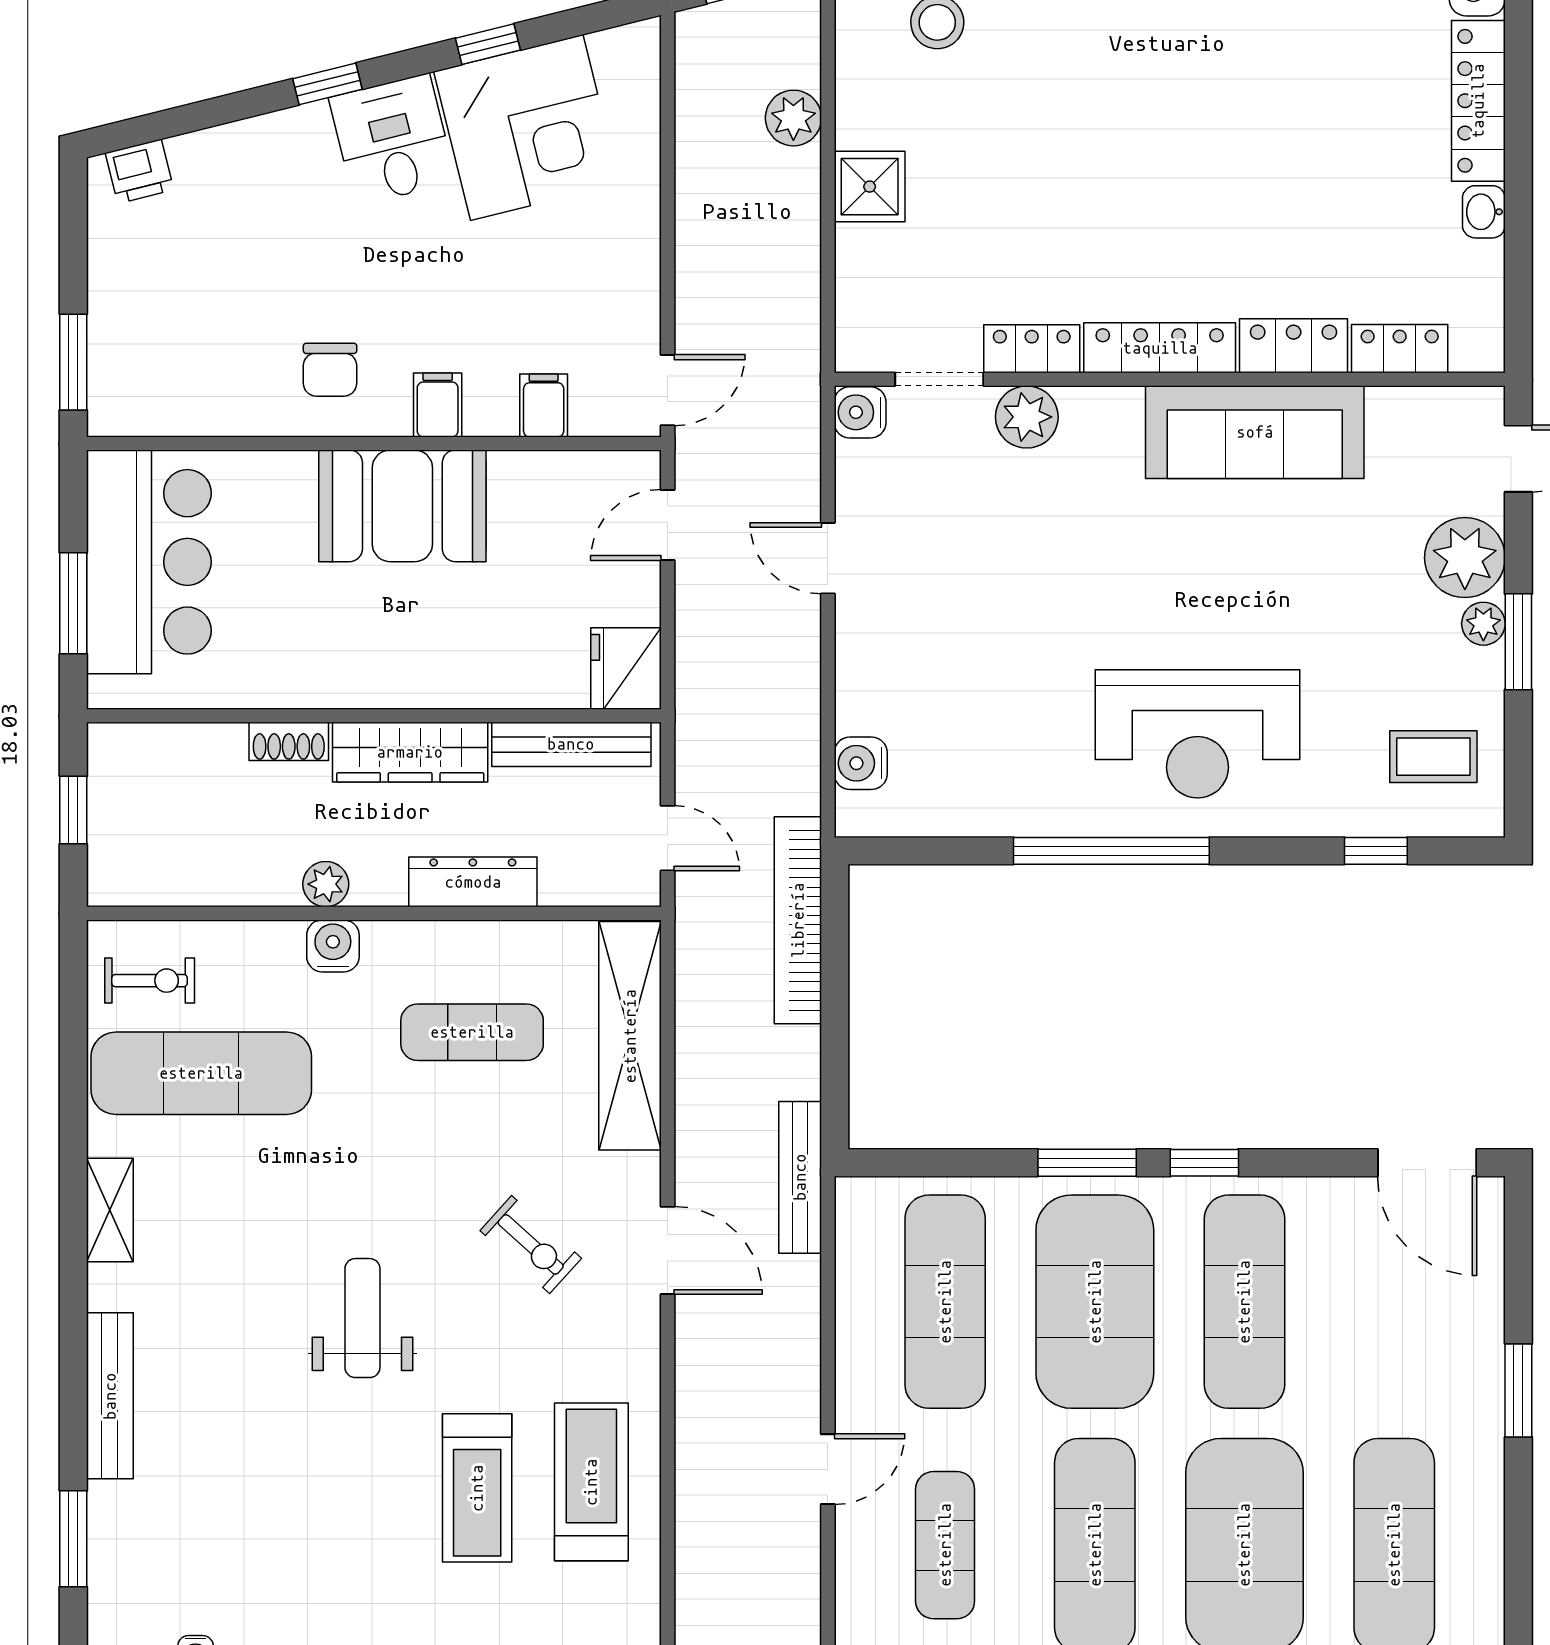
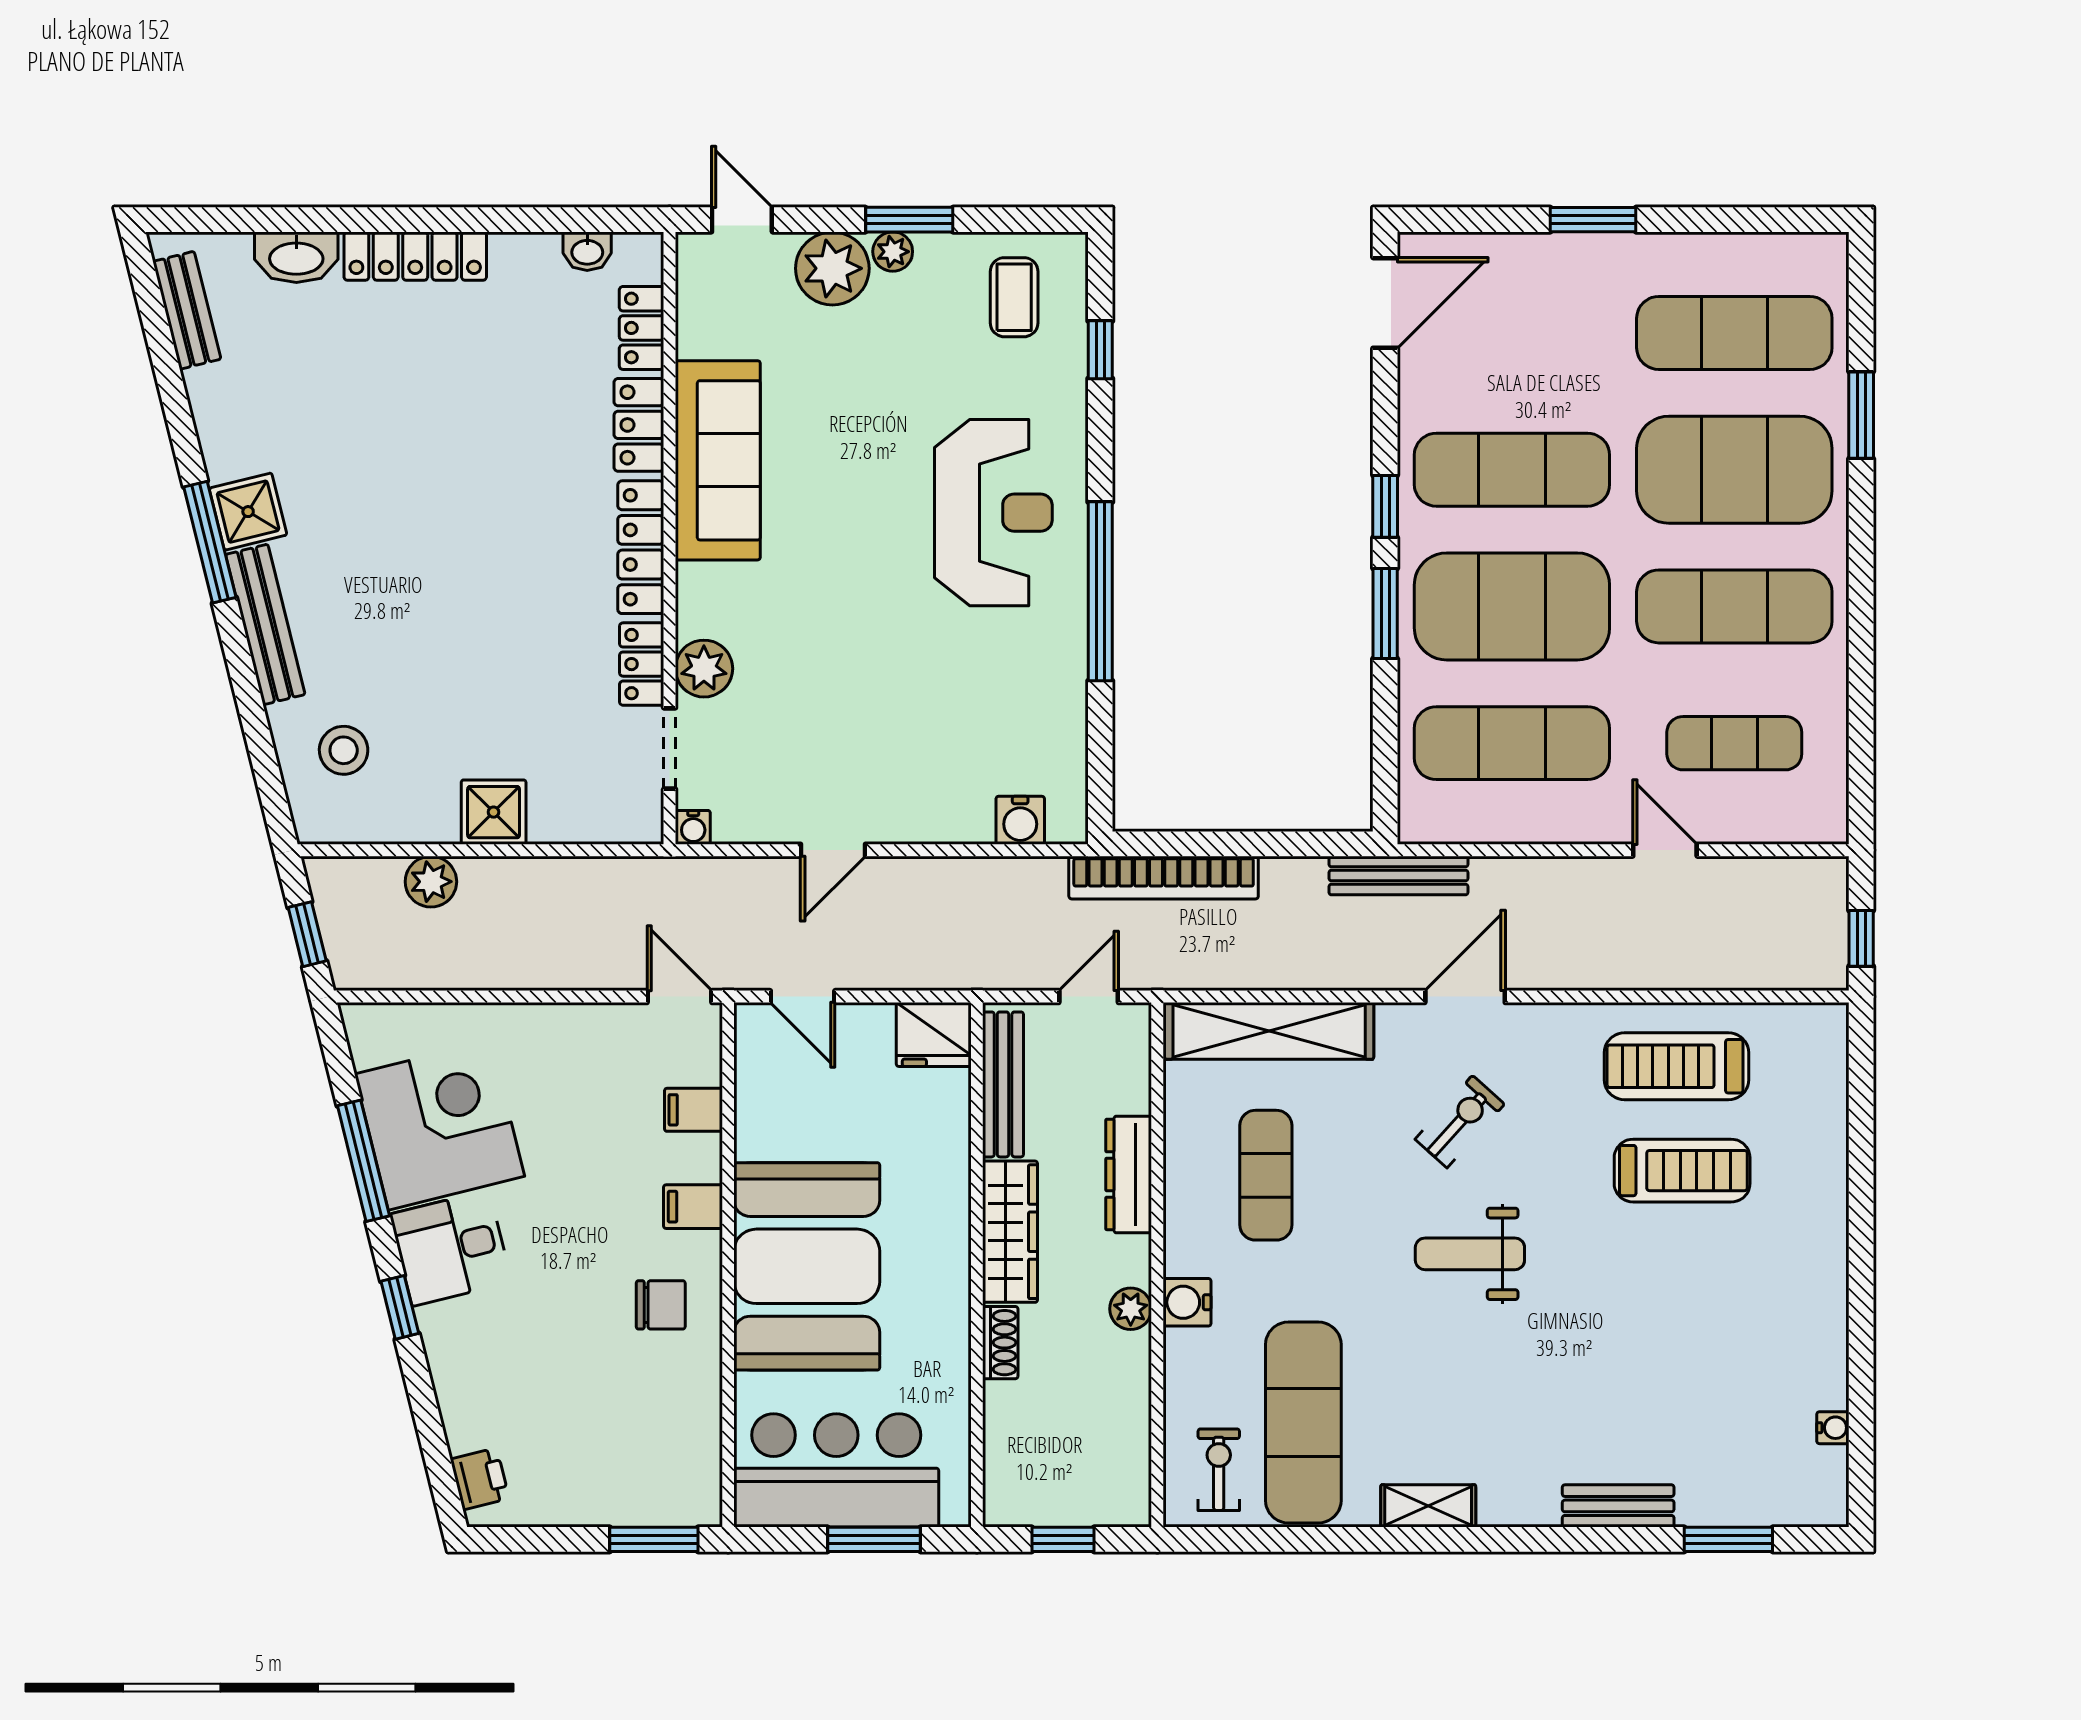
window: (488, 44) -> (363, 1161), width x2.17
washbasin: (1484, 212) -> (587, 251), moved
water cooler: (860, 412) -> (693, 827), width x0.72, depth x0.72
booth: (402, 506) -> (807, 1266), width x1.36, depth x1.42
weight bench: (362, 1318) -> (1470, 1254), moved
bench: (110, 1396) -> (1618, 1506), width x0.73

